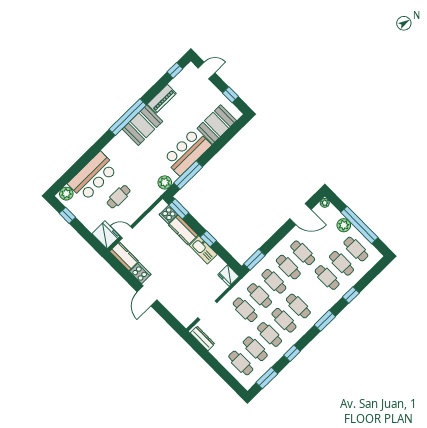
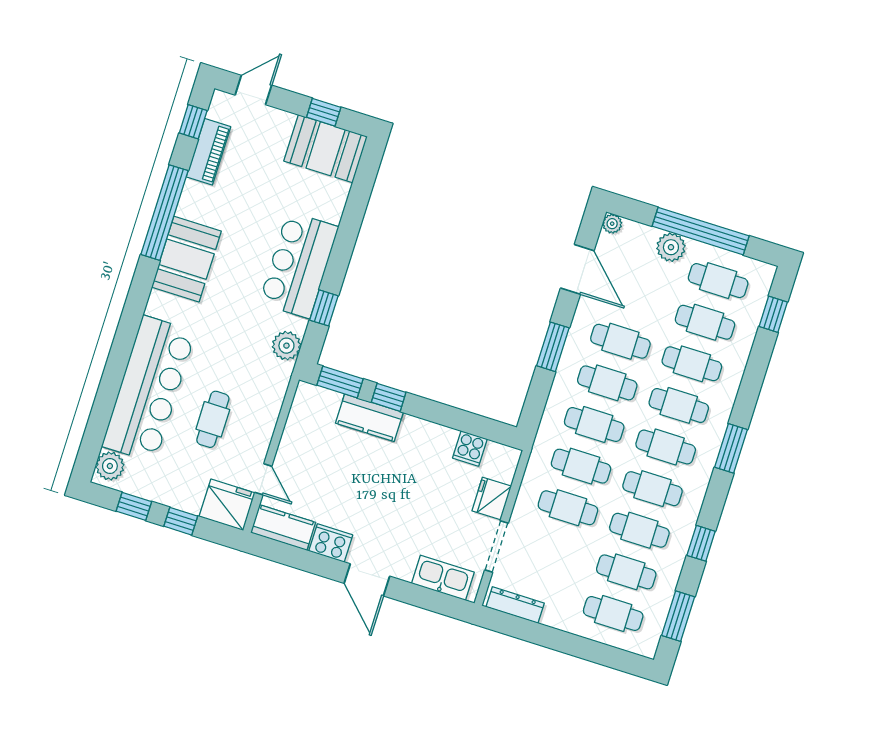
piano: (162, 99) -> (208, 152), moved
window: (128, 117) -> (165, 213), moved
booth: (217, 125) -> (326, 149), moved, turned 90
window: (188, 175) -> (324, 308), width x0.46
bar counter: (93, 176) -> (149, 389), width x1.36
cooker: (168, 214) -> (470, 448), moved
door: (301, 214) -> (577, 269), hinge flipped
window: (83, 232) -> (181, 521), added
door: (126, 232) -> (263, 479), swing flipped
window: (208, 239) -> (389, 397), moved
kitchen sink: (203, 250) -> (443, 578), moved, turned 180
window: (254, 260) -> (553, 347), moved
fridge: (228, 276) -> (492, 499), moved, turned 90
cafe table: (313, 292) -> (679, 405), added
window: (351, 295) -> (773, 314), moved

